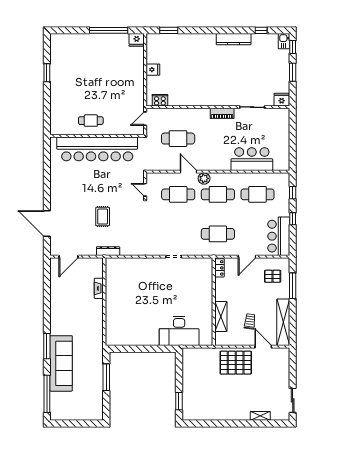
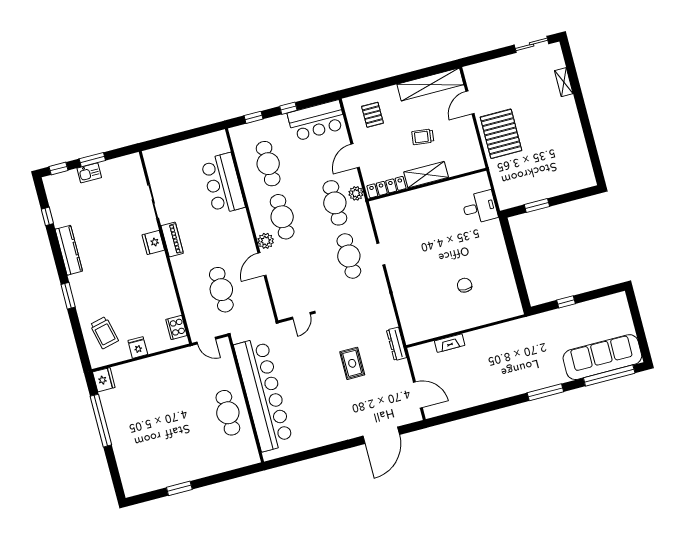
window: (169, 30) -> (68, 296), moved
kitchen sink: (284, 41) -> (89, 173), moved
trolley: (169, 49) -> (104, 333), added
fridge: (282, 100) -> (153, 242), moved
cafe table: (91, 121) -> (228, 413), width x1.37, depth x1.35
cafe table: (178, 194) -> (349, 256), moved
rug: (103, 217) -> (352, 363), turned 90
plant: (221, 250) -> (356, 193), added
door: (247, 257) -> (355, 156), swing flipped
locker: (219, 268) -> (386, 187), width x1.53
window: (293, 286) -> (378, 85), removed
chair: (137, 309) -> (465, 285), added
shelving: (221, 316) -> (426, 175), moved
trolley: (250, 321) -> (423, 137), moved
desk: (179, 331) -> (480, 207), width x0.53, depth x0.77
sofa: (61, 363) -> (602, 357), moved
window: (106, 377) -> (566, 302), width x0.46
window: (179, 401) -> (537, 206), moved

